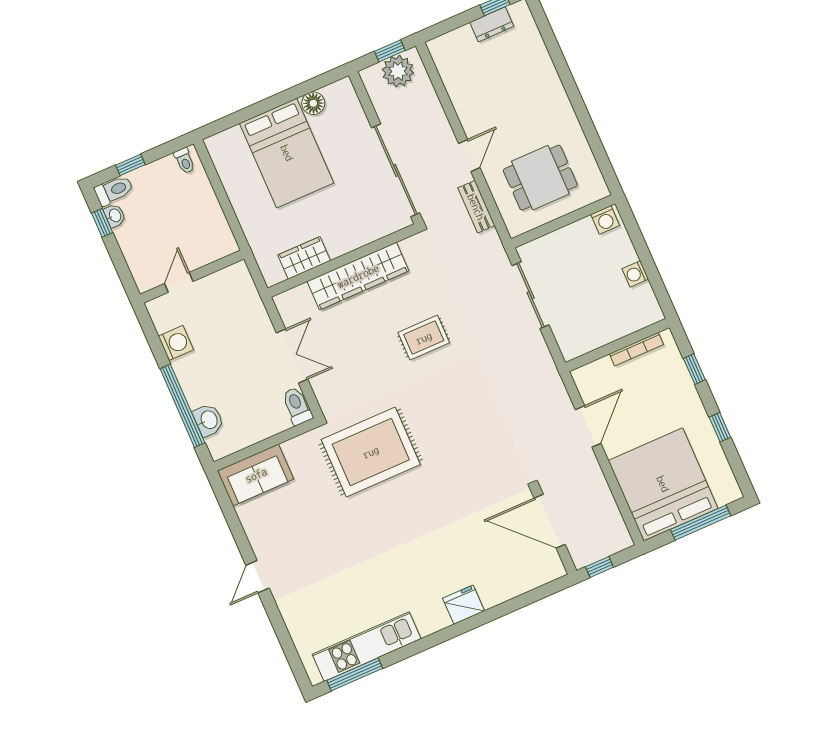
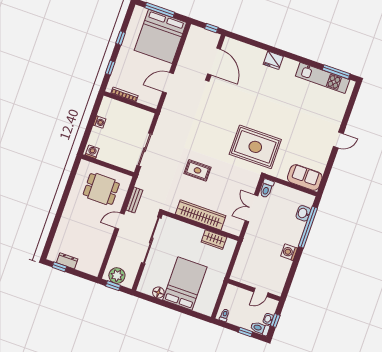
wall: (192, 277) -> (254, 290), moved
door: (179, 282) -> (261, 292), moved

